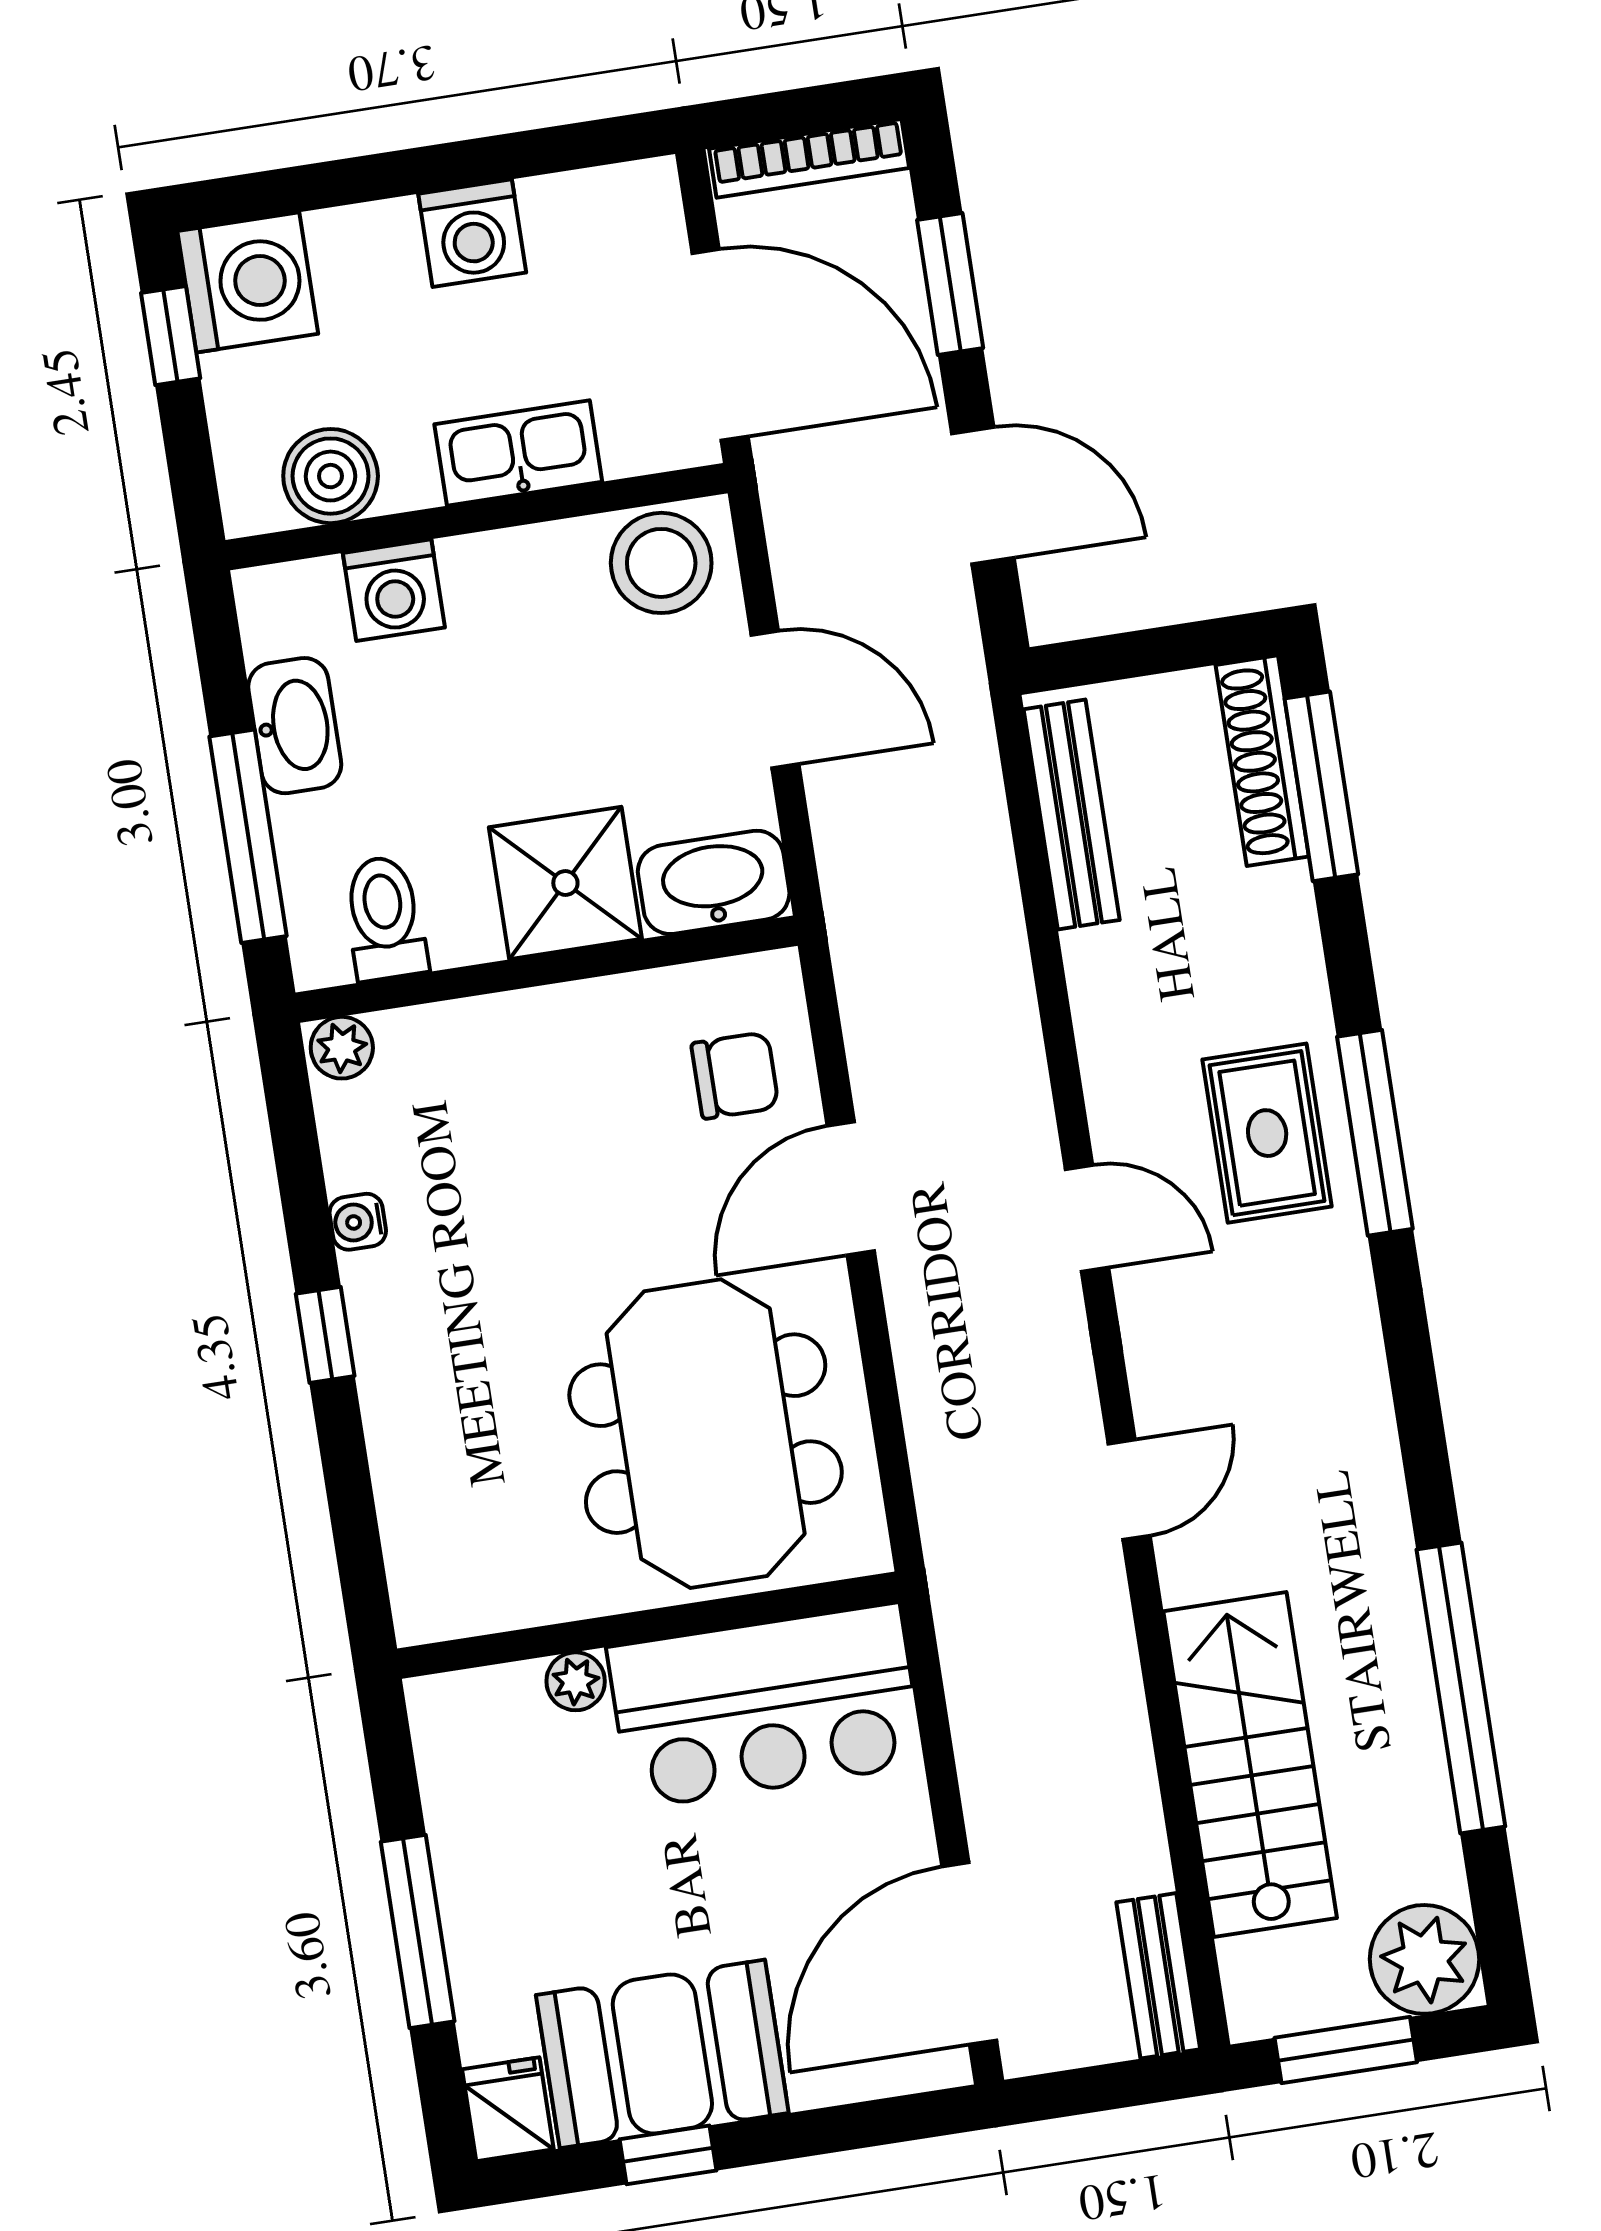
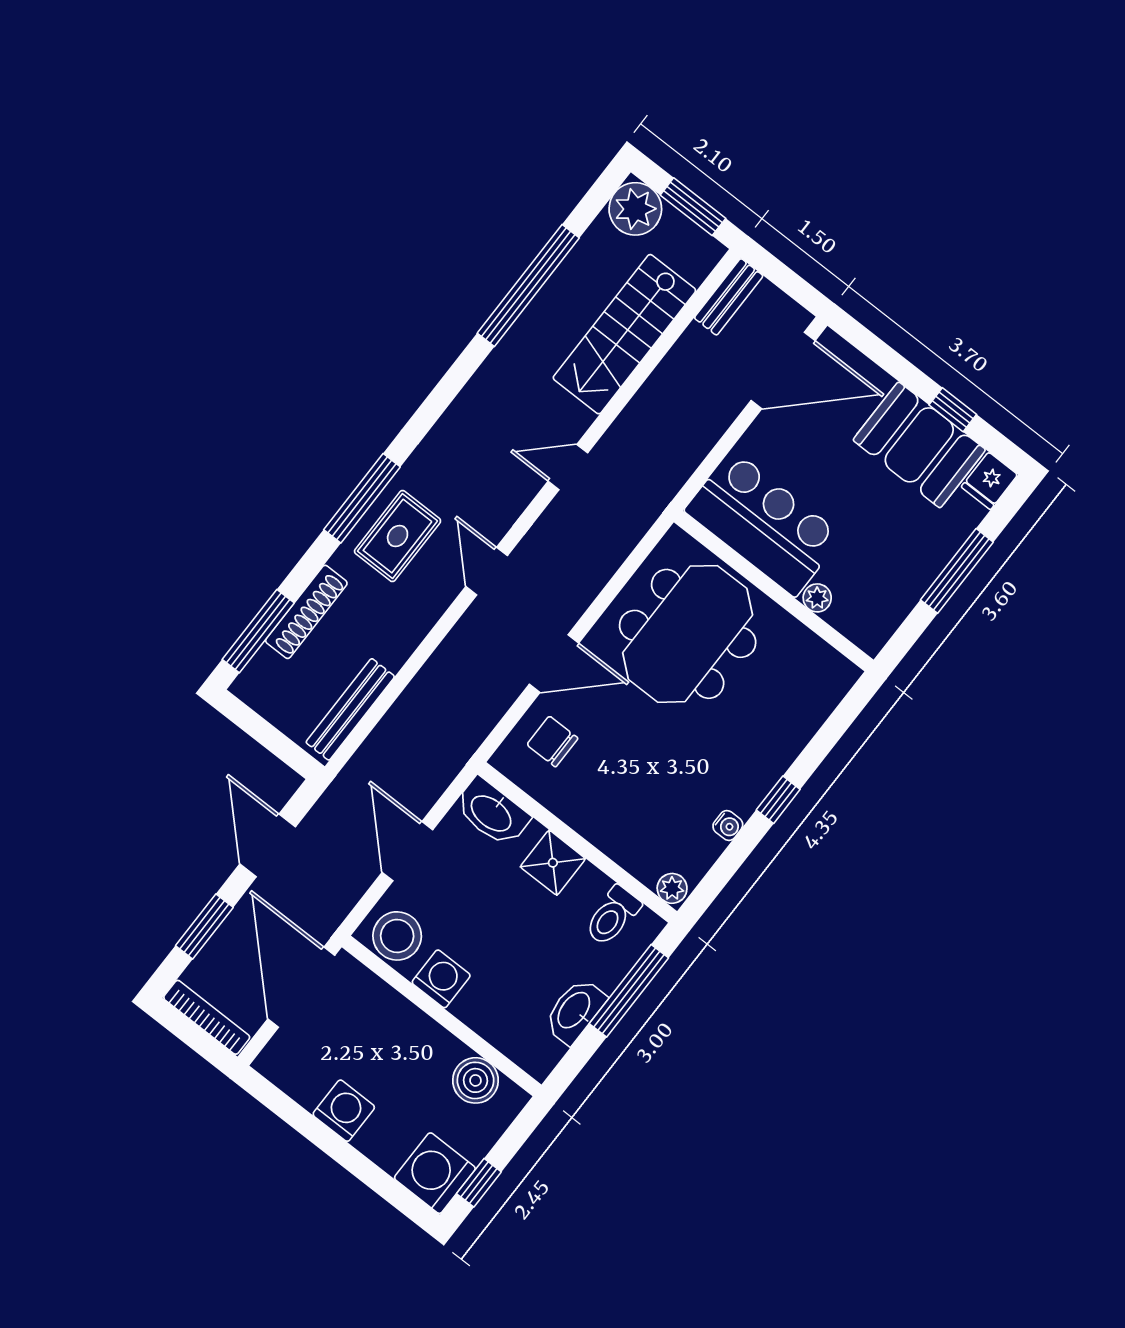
kitchen sink: (518, 453) -> (406, 1022), removed
washing machine: (394, 590) -> (441, 979), moved
shoe rack: (1262, 761) -> (306, 612), moved
shower: (565, 883) -> (553, 863), width x0.73, depth x0.73

